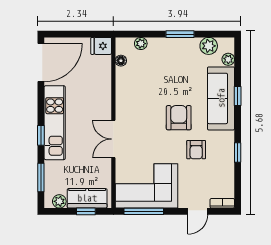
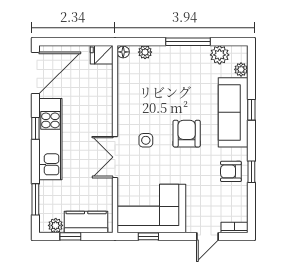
window: (180, 34) -> (188, 42), width x1.44
floor lamp: (121, 61) -> (123, 52), moved
side table: (142, 124) -> (146, 140), added
window: (41, 135) -> (35, 128), moved
armchair: (196, 150) -> (231, 171), moved, turned 90
window: (86, 211) -> (70, 236), moved
window: (144, 211) -> (148, 236), width x0.46

